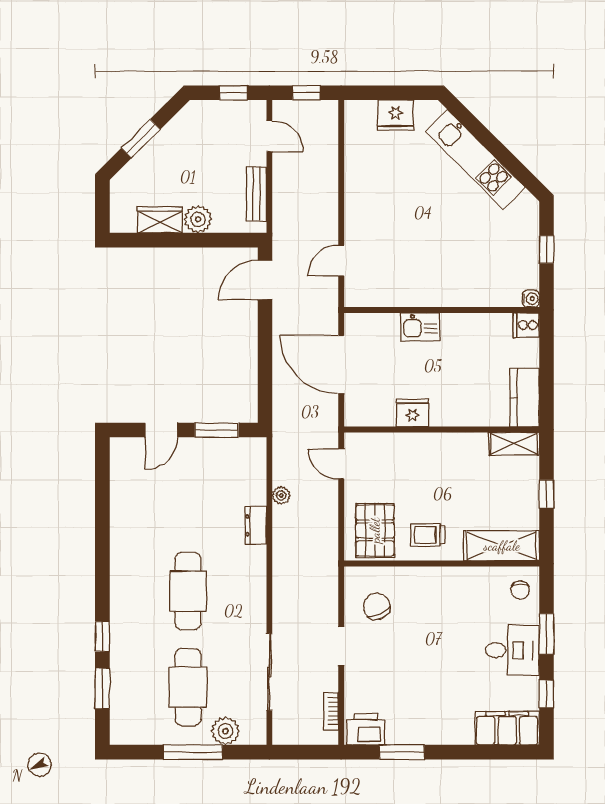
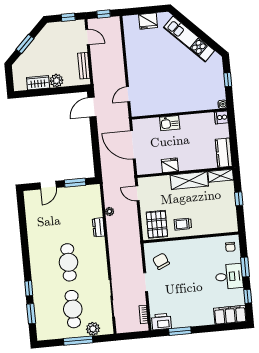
shelving: (502, 546) -> (189, 181), moved

